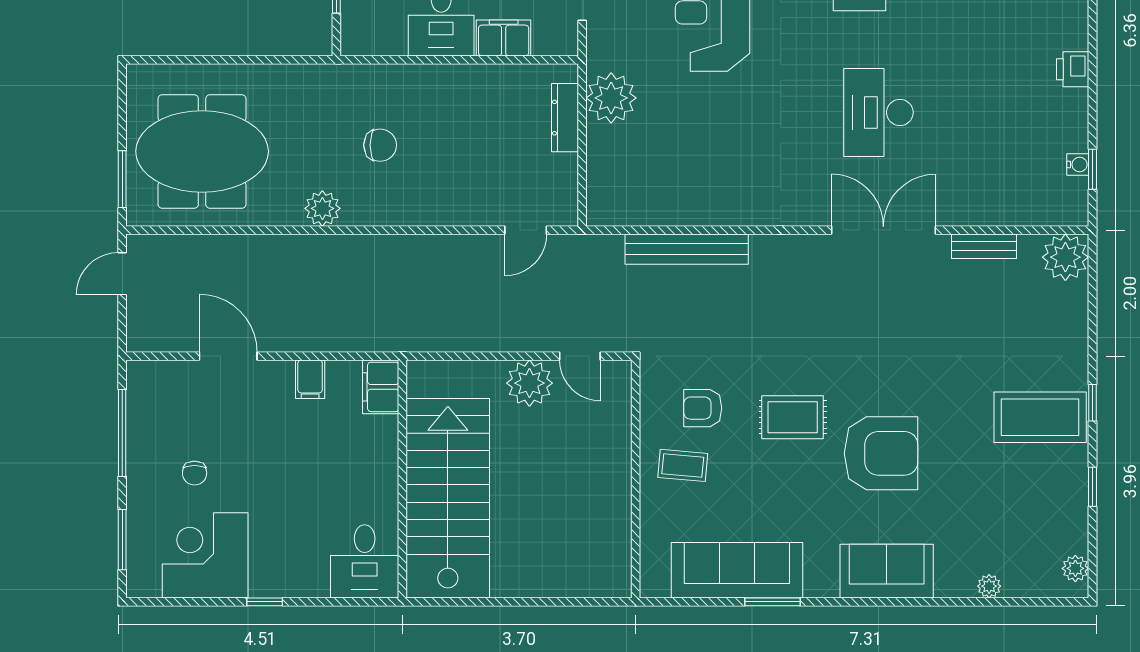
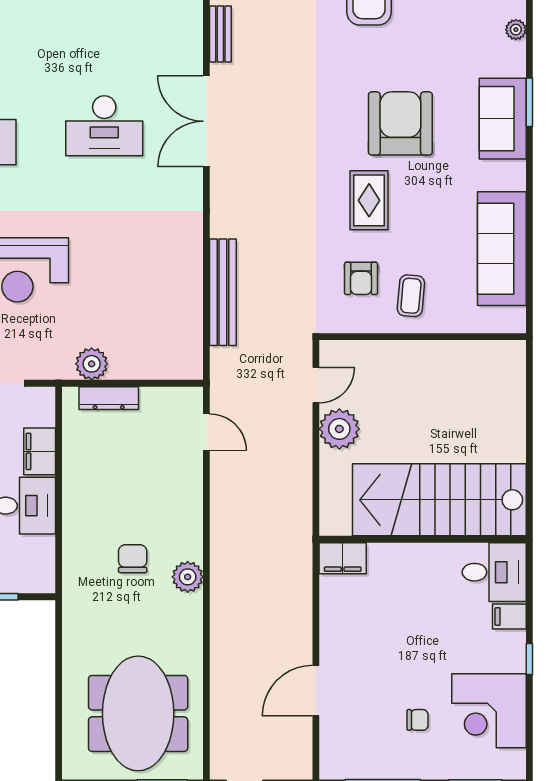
plant: (611, 98) -> (92, 364), width x0.73, depth x0.73
plant: (322, 208) -> (188, 577), moved
filing cabinet: (310, 379) -> (509, 617), moved, turned 180
window: (773, 602) -> (529, 102), moved

